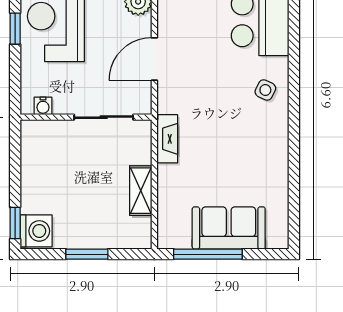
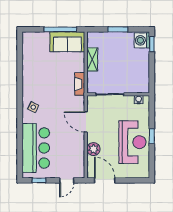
door: (154, 59) -> (86, 122), swing flipped
sofa: (229, 228) -> (67, 42), moved

